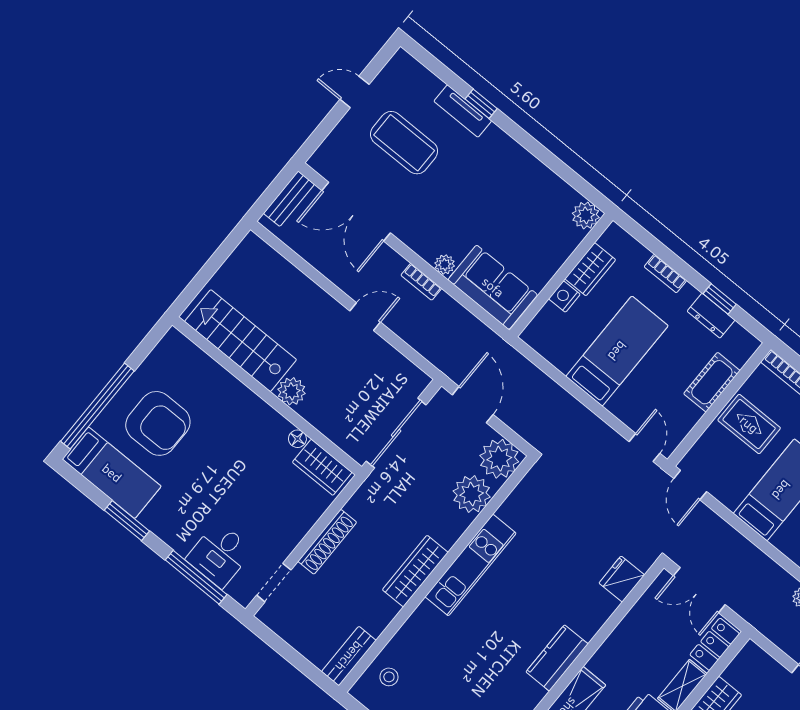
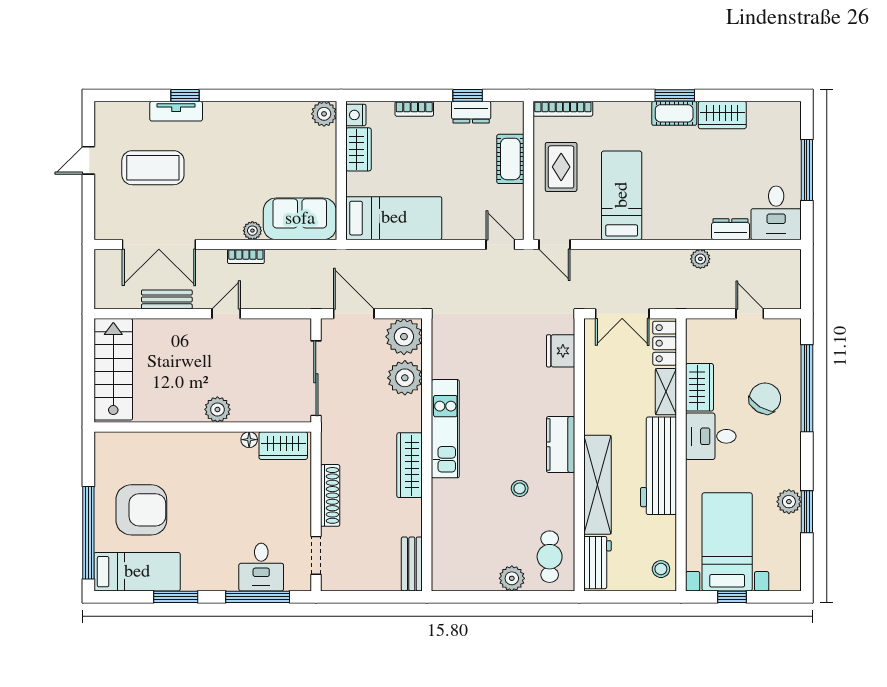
bench: (289, 199) -> (167, 299), moved, turned 90
nightstand: (564, 297) -> (356, 115), moved
stairs: (241, 341) -> (113, 369), moved, turned 90
bed: (617, 351) -> (394, 218), moved, turned 90
rug: (749, 424) -> (561, 167), turned 90
stool: (389, 677) -> (520, 488), moved

